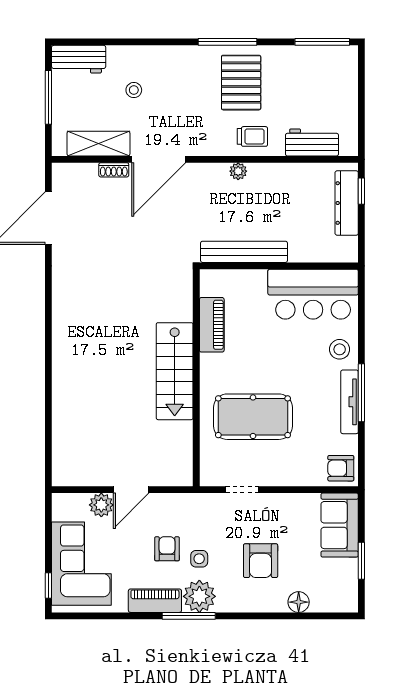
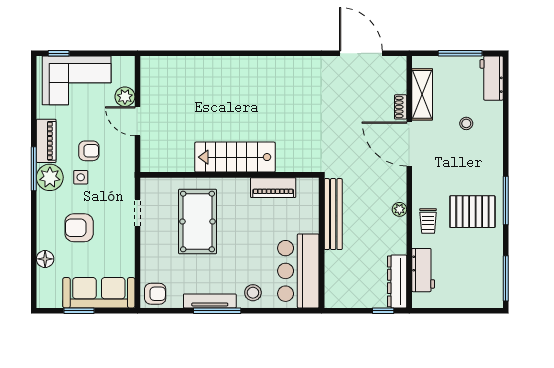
dresser: (347, 203) -> (397, 281), moved, turned -90
armchair: (341, 468) -> (155, 294), turned 90
sofa: (340, 525) -> (99, 293), width x1.36

